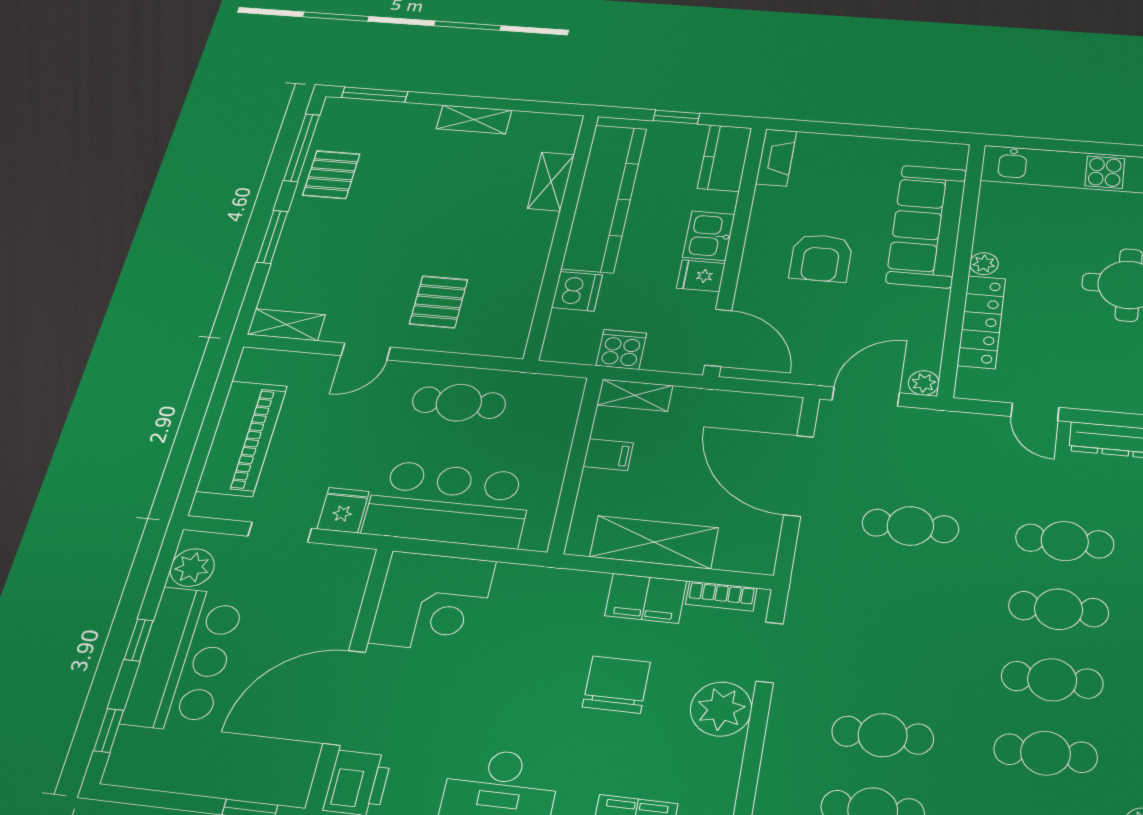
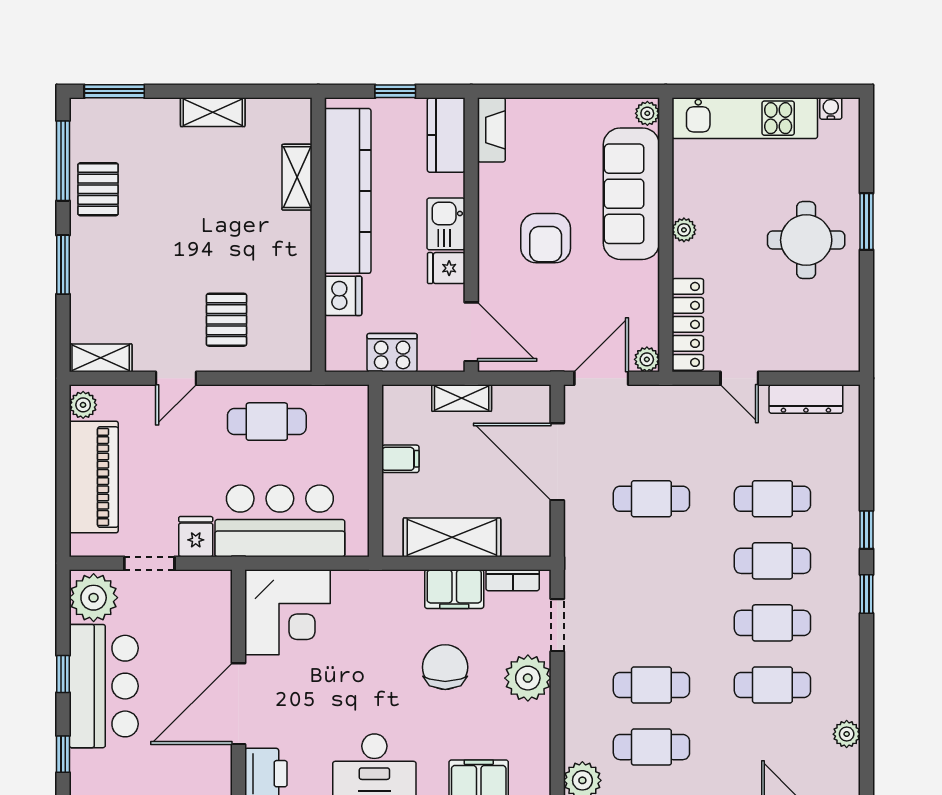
plant: (955, 157) -> (647, 113), added
locker: (981, 322) -> (688, 324), moved
cooker: (621, 349) -> (392, 353), width x1.36
plant: (252, 367) -> (83, 405), added
shelving: (635, 395) -> (462, 398), moved
plant: (192, 568) -> (94, 598), width x1.36, depth x1.36

